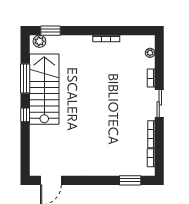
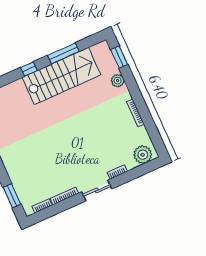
plant: (39, 41) -> (118, 81), moved
plant: (150, 53) -> (143, 155), width x1.87, depth x1.87

